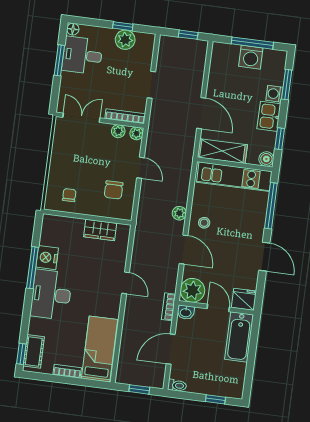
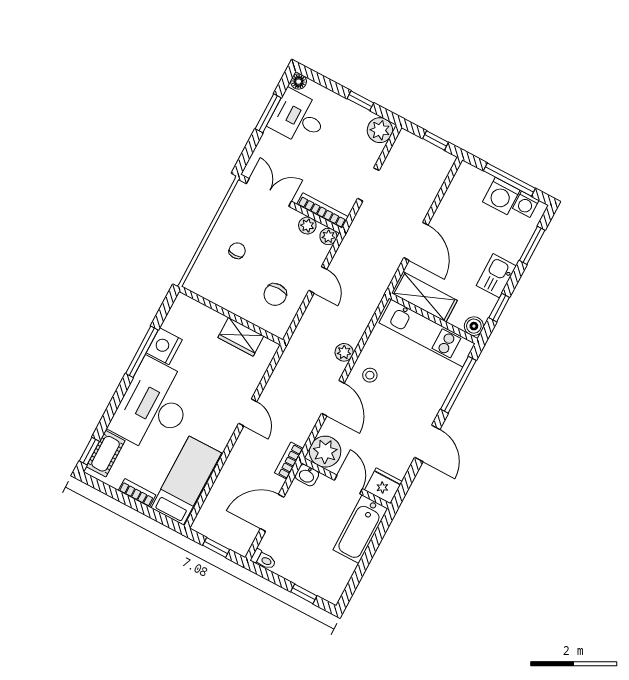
plant: (125, 40) -> (380, 130), moved
washing machine: (274, 94) -> (526, 204), moved, turned -90
chair: (69, 195) -> (237, 251), moved
desk: (51, 295) -> (154, 406), width x1.36, depth x1.30

